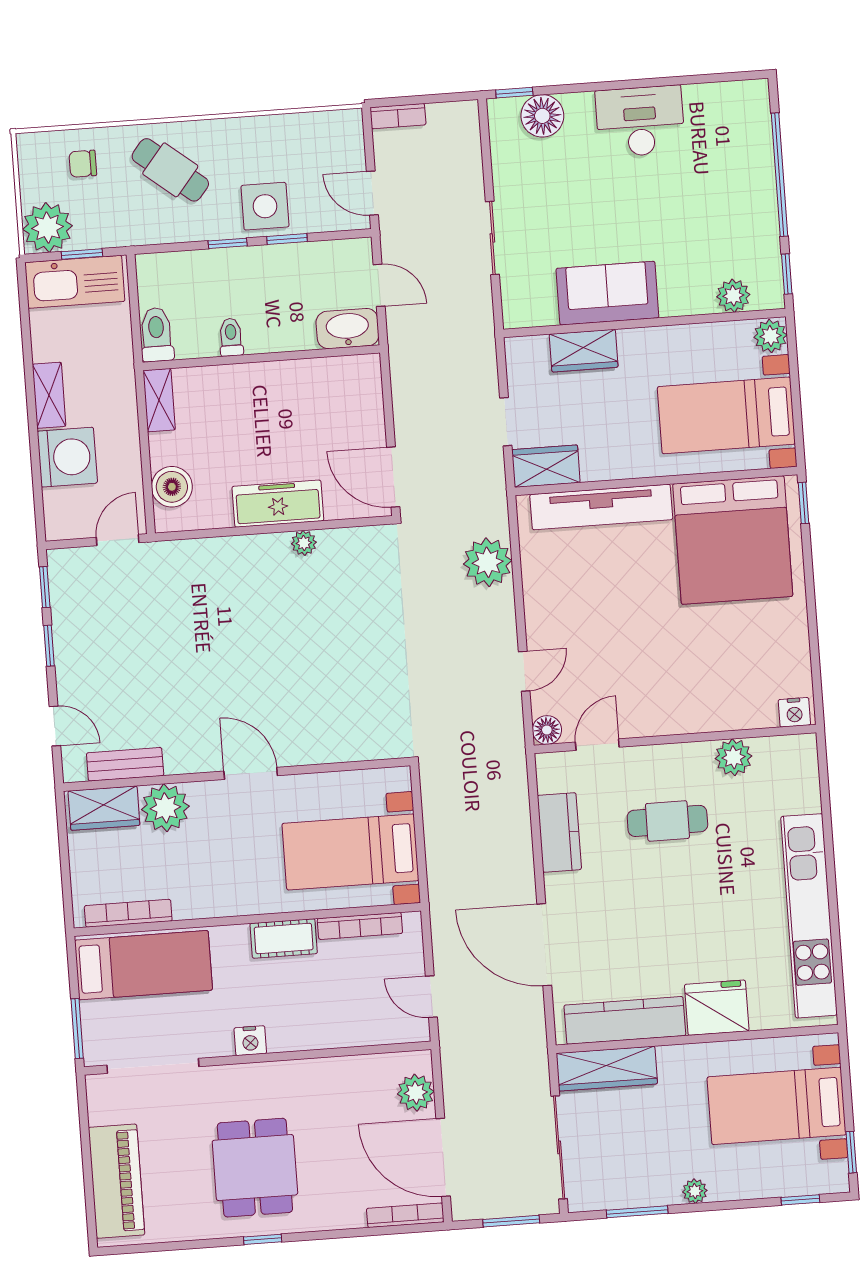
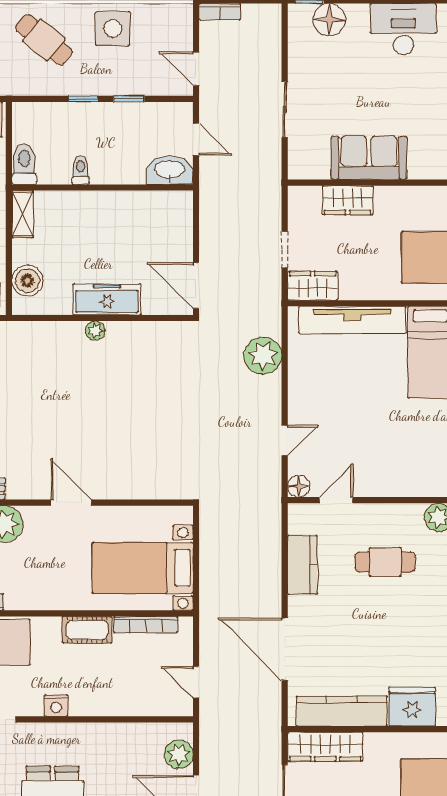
side table: (265, 206) -> (113, 29), moved
plant: (304, 543) -> (95, 331), moved

